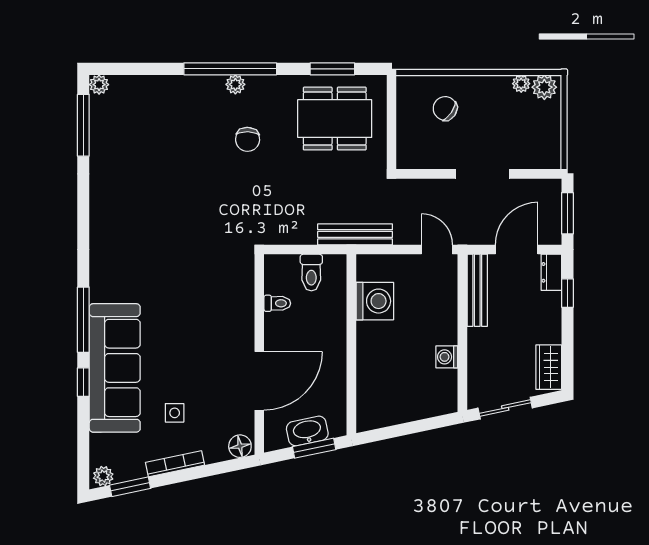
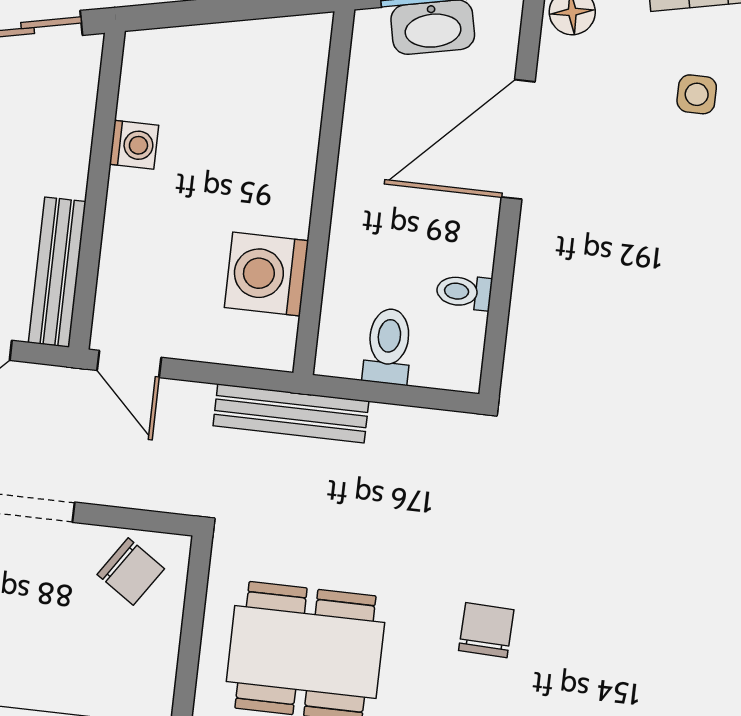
chair: (445, 108) -> (131, 572), moved

